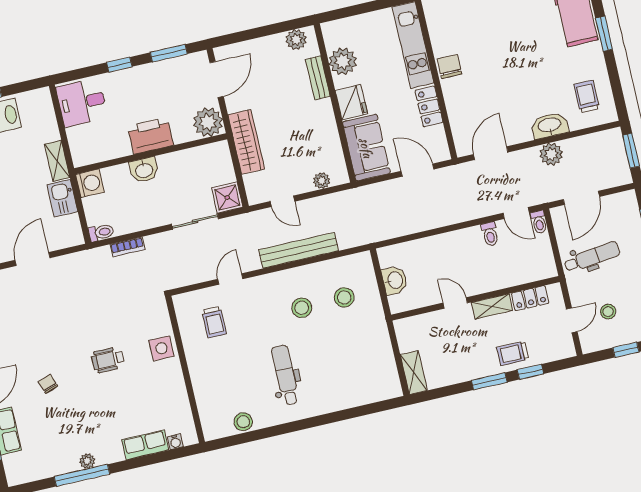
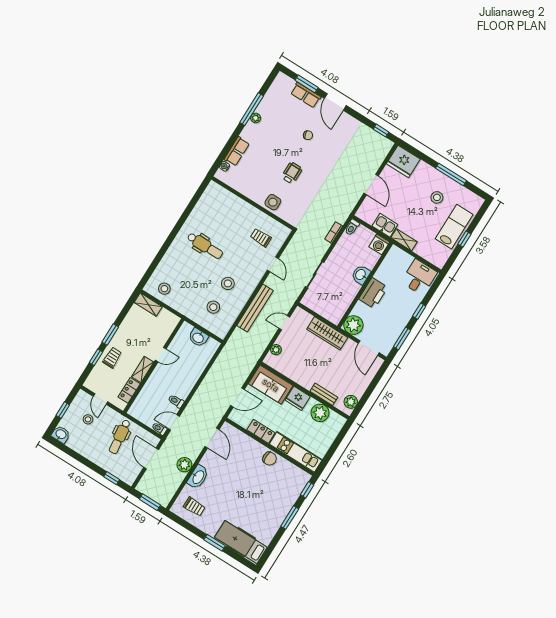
shower: (227, 197) -> (311, 300), removed
stool: (243, 422) -> (164, 289), moved

